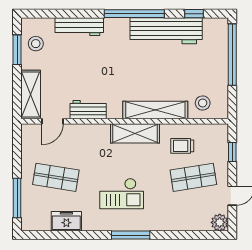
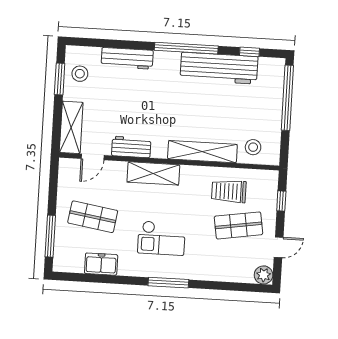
shelving: (135, 133) -> (153, 173), moved
trolley: (182, 146) -> (229, 191), width x1.36, depth x1.39

